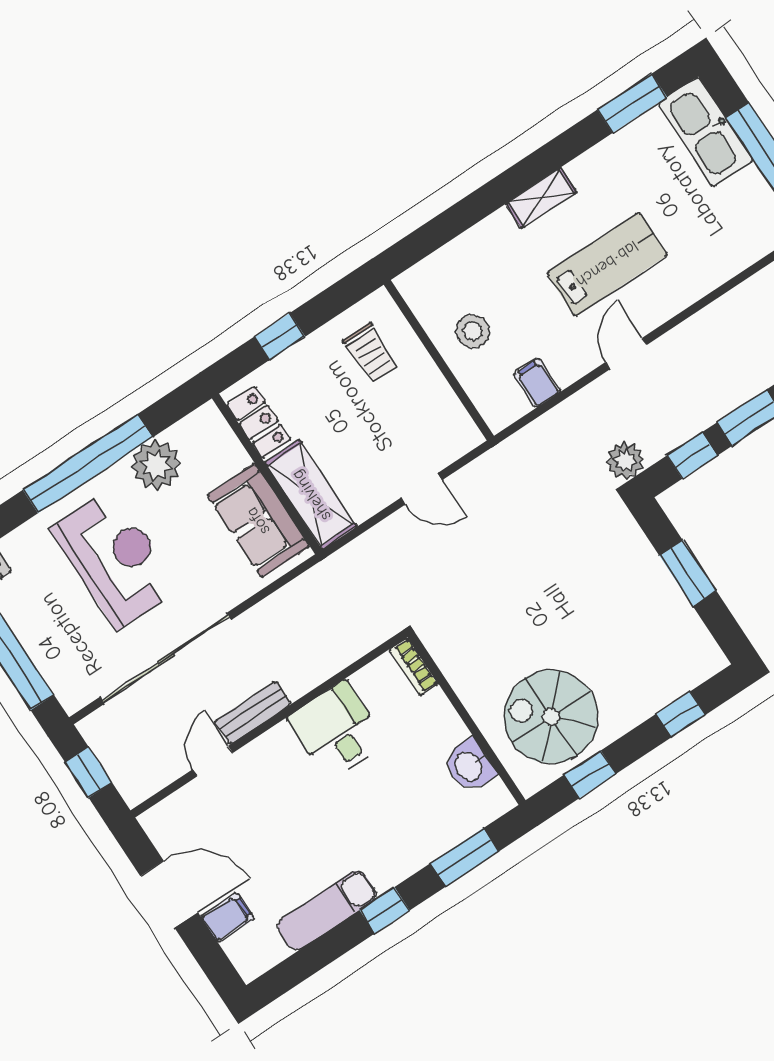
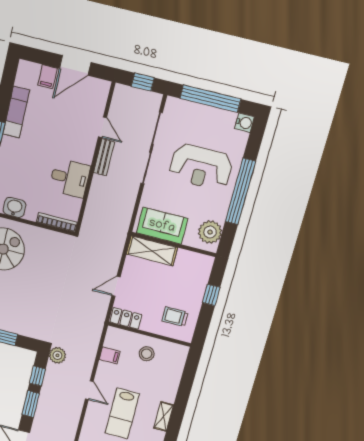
locker: (259, 422) -> (126, 318), moved, turned 180
plant: (156, 465) -> (210, 232), moved
bookcase: (414, 667) -> (57, 222), width x1.56

